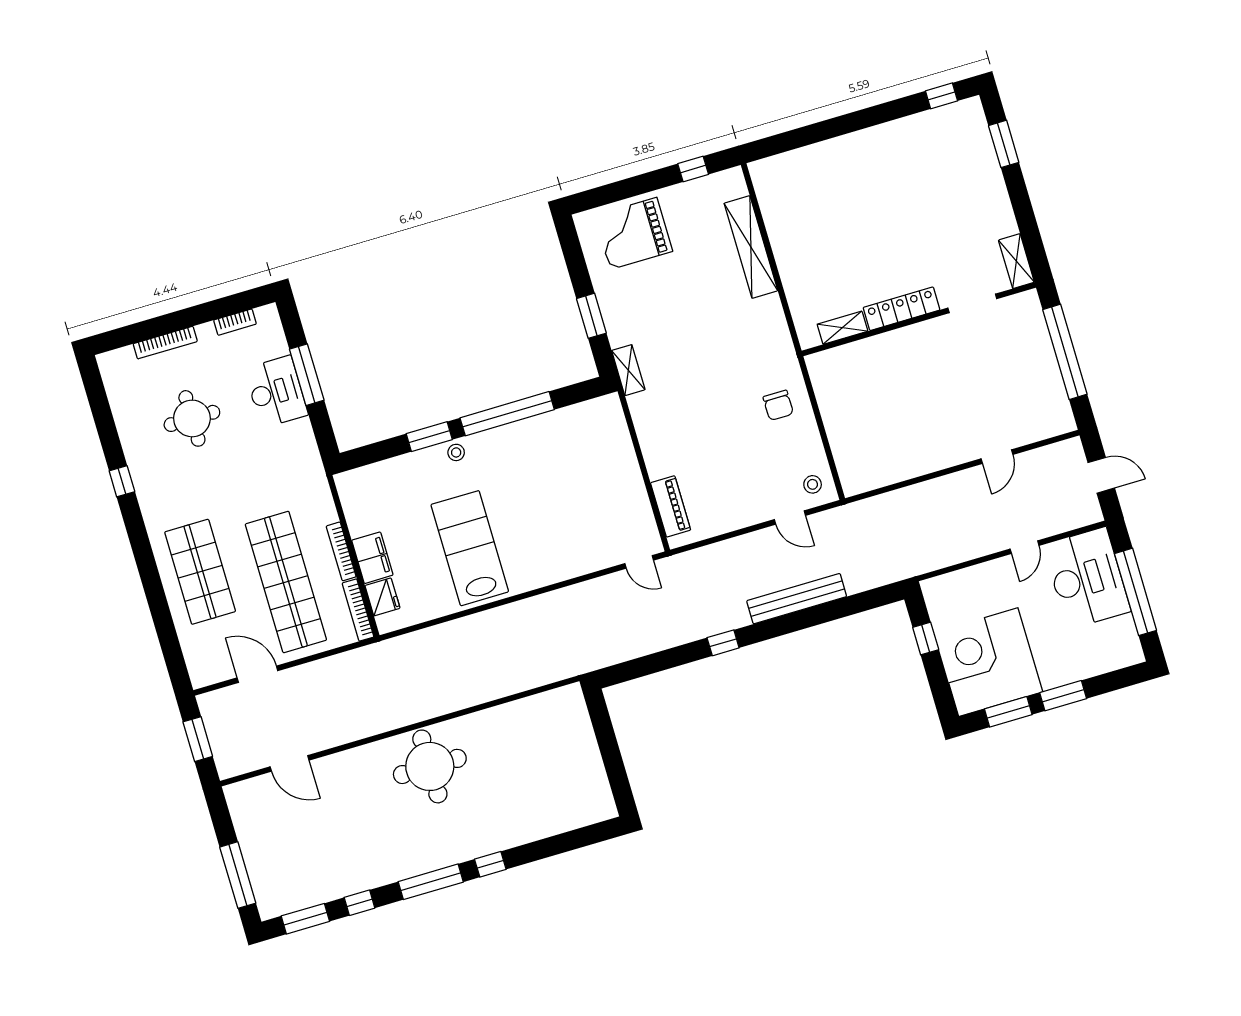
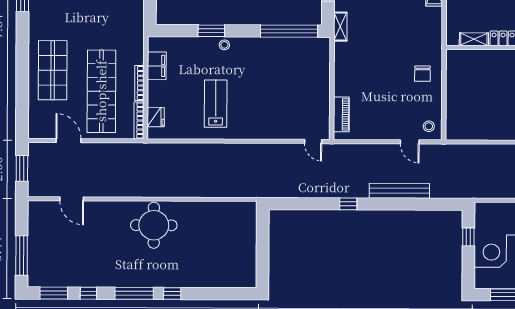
window: (507, 414) -> (289, 31), moved
lab bench: (470, 548) -> (216, 104), width x0.73, depth x0.72
filing cabinet: (372, 558) -> (157, 66), moved

